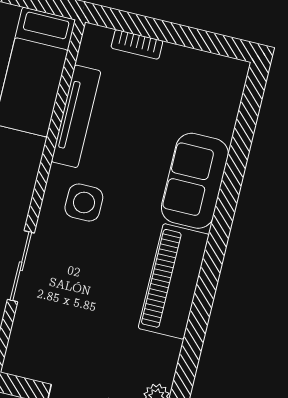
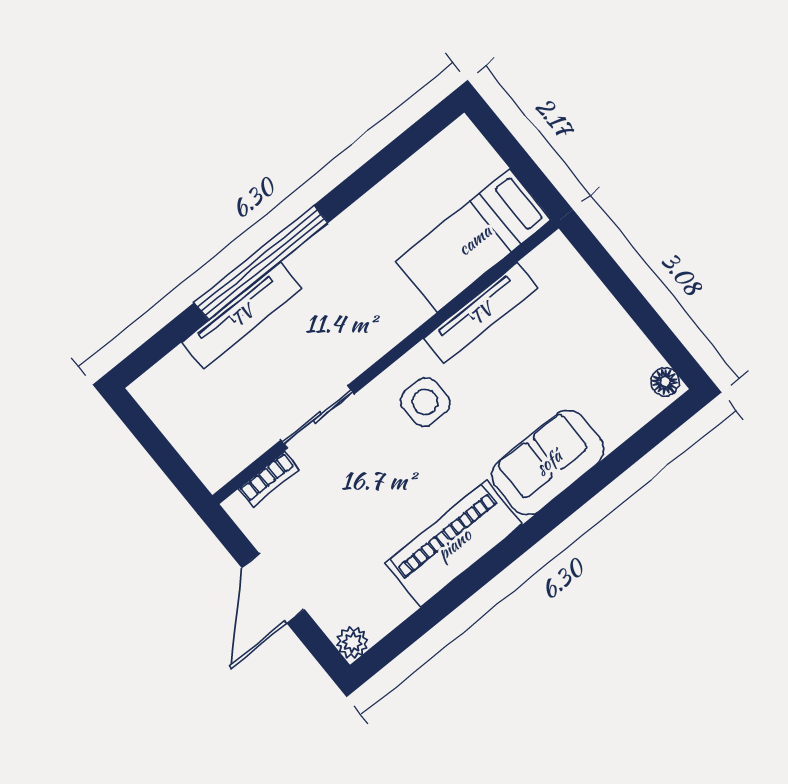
bookcase: (137, 44) -> (269, 479), moved, turned -90
floor lamp: (231, 69) -> (665, 382), added

